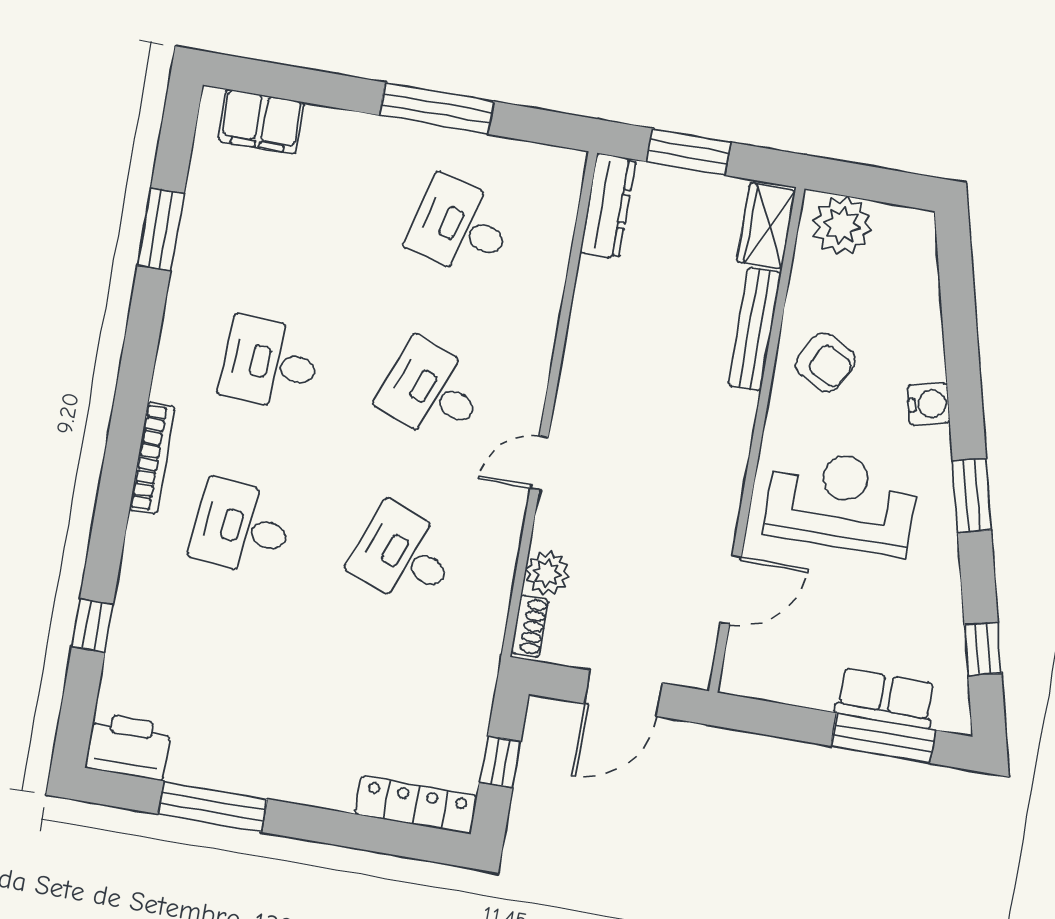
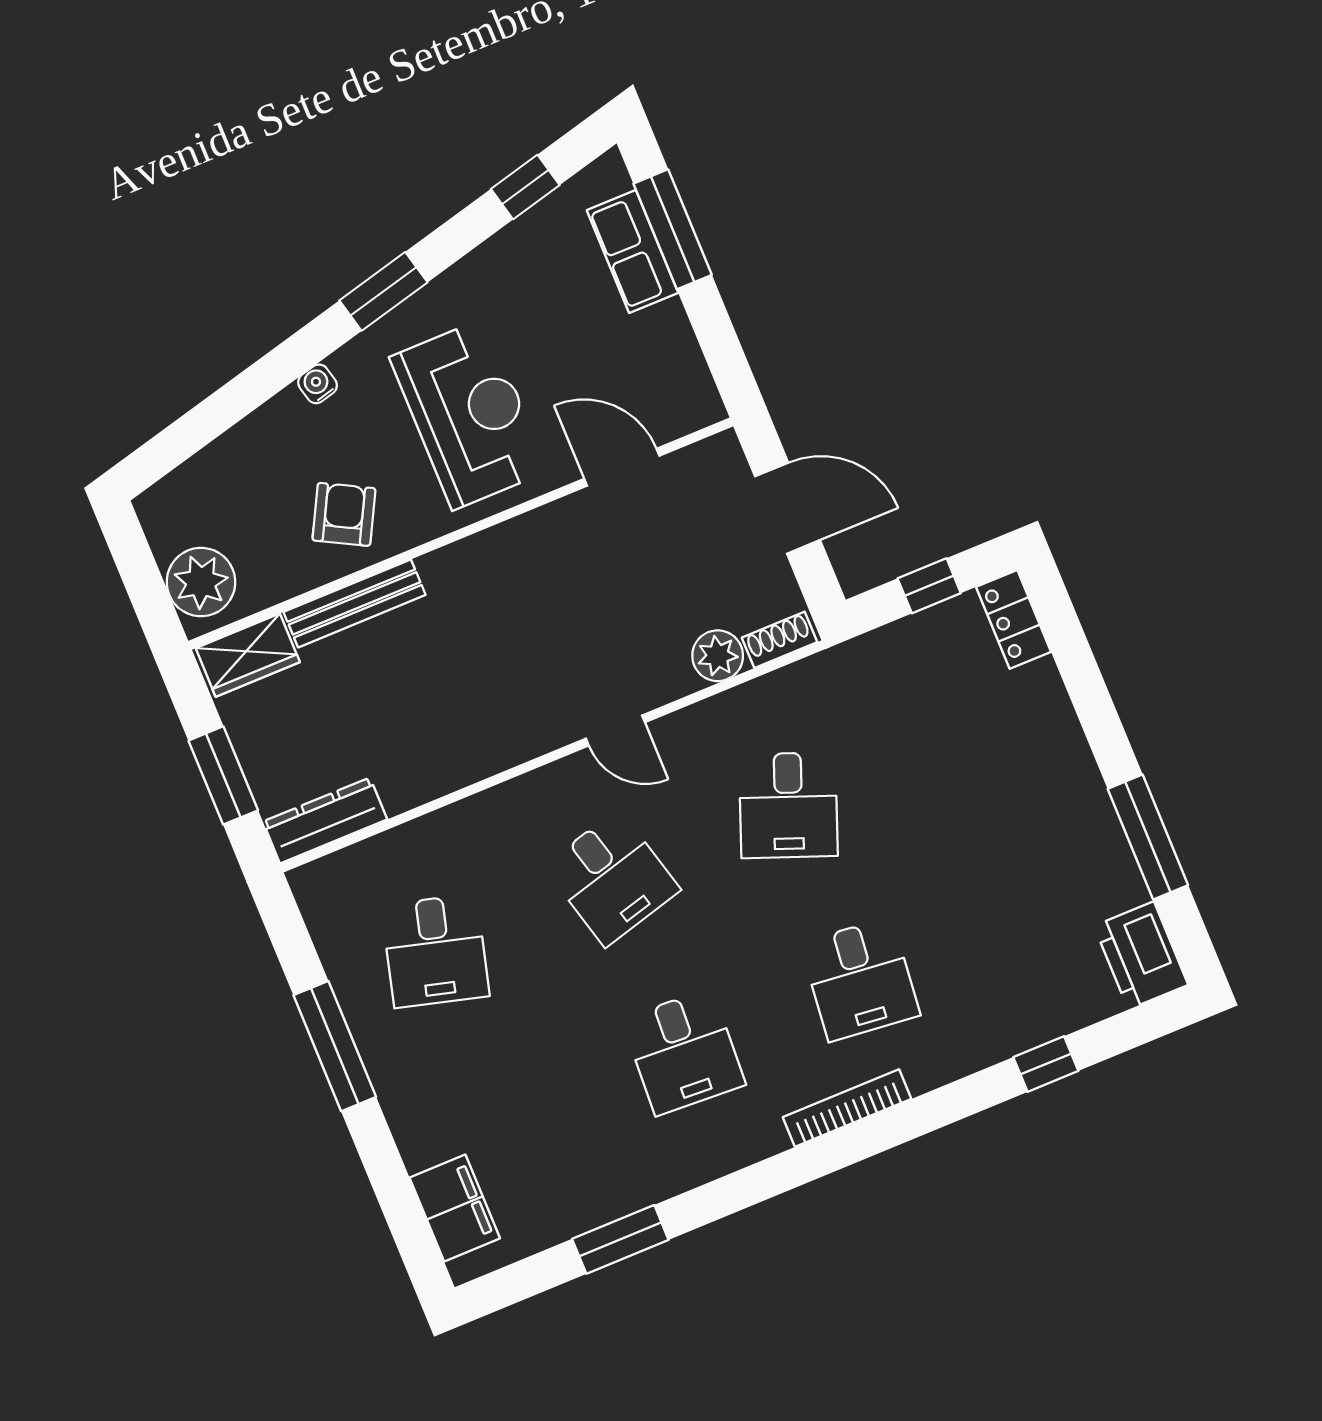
desk: (432, 391) -> (612, 878), turned -36
water cooler: (929, 404) -> (318, 384), width x0.72, depth x0.72
reception desk: (841, 501) -> (469, 414), turned 180
locker: (416, 805) -> (1014, 619), width x0.66

